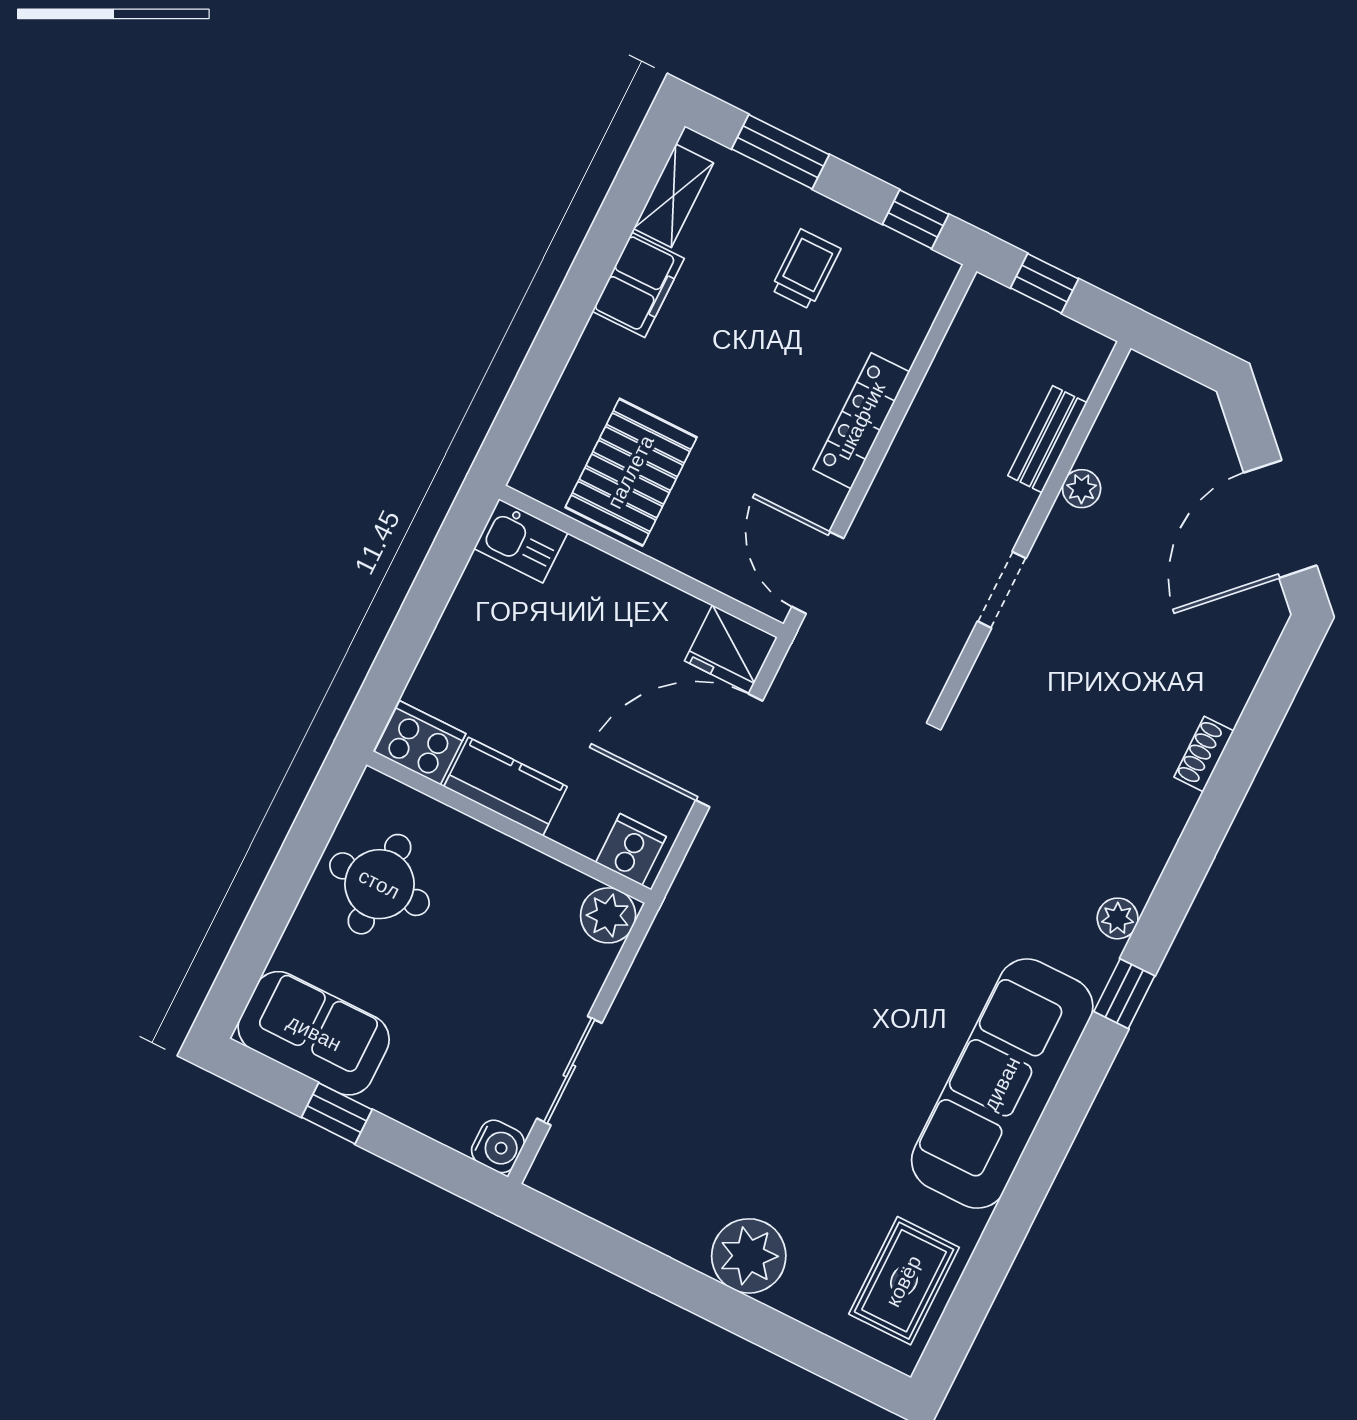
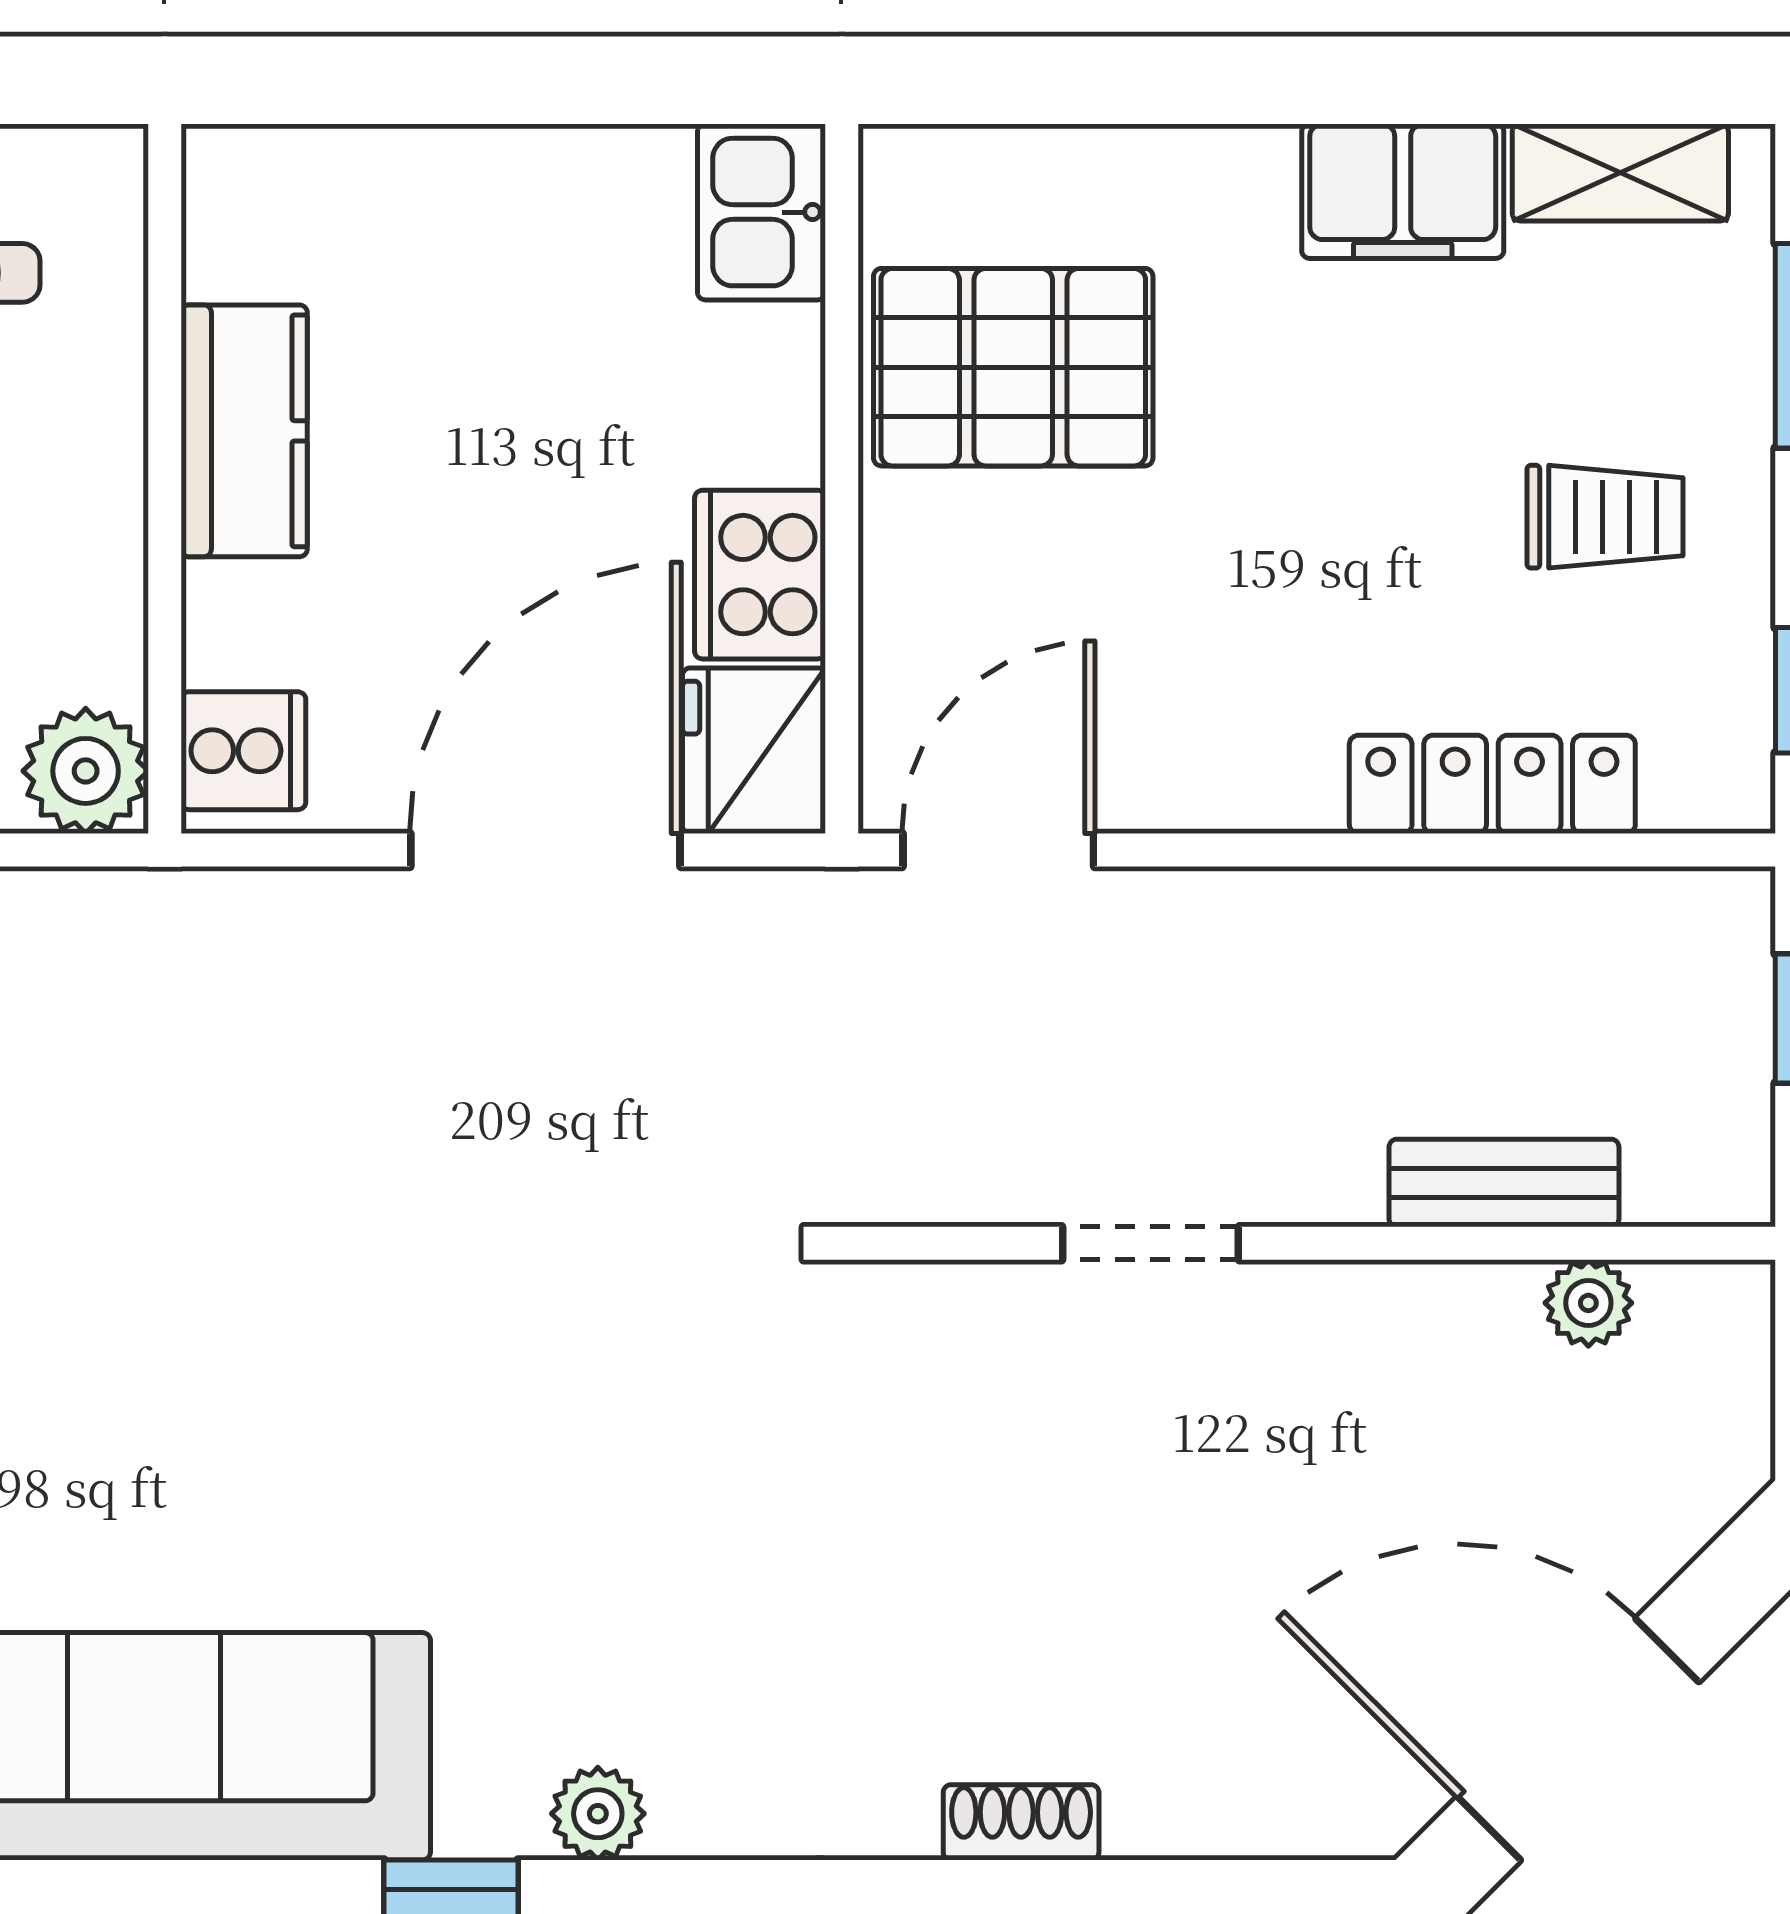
locker: (861, 421) -> (1492, 784), moved
plant: (1082, 489) -> (1588, 1303), moved
cooker: (420, 743) -> (760, 575), moved, turned 180
door: (729, 750) -> (545, 850), hinge flipped

